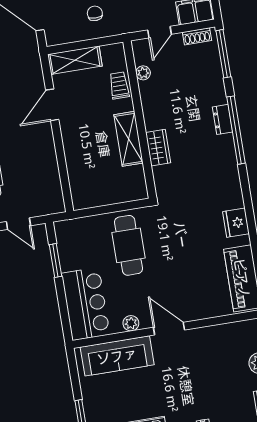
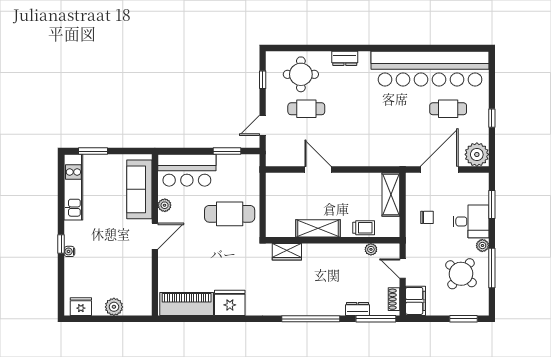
door: (52, 105) -> (318, 170), moved
dresser: (222, 119) -> (358, 309), moved
wardrobe: (158, 148) -> (287, 252), moved
fridge: (236, 223) -> (230, 303), width x1.36, depth x1.34

